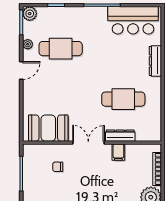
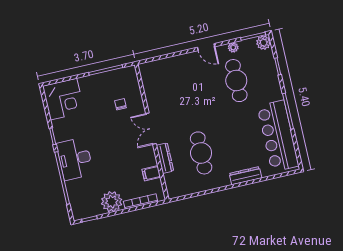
bar counter: (133, 20) -> (278, 136), width x1.36
booth: (48, 128) -> (156, 86), removed
double door: (88, 143) -> (151, 129), swing flipped
filing cabinet: (118, 152) -> (151, 173), moved

